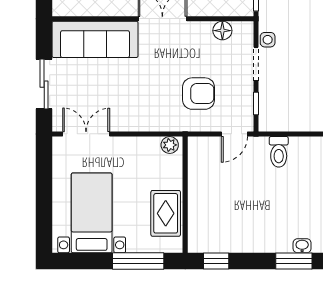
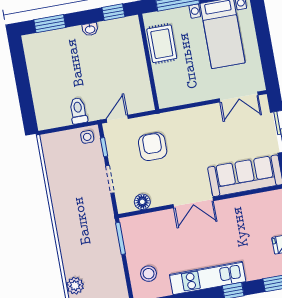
side table: (268, 40) -> (87, 137), moved
armchair: (199, 94) -> (153, 147), turned 90
plant: (170, 145) -> (169, 100), removed
washbasin: (302, 246) -> (90, 29), moved

